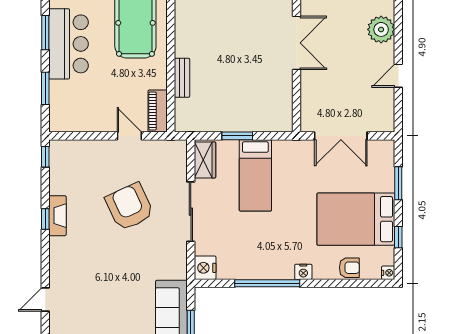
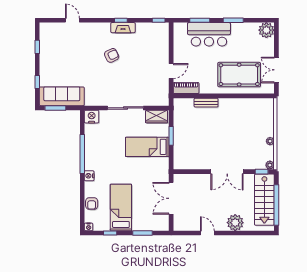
bar counter: (69, 44) -> (209, 34), moved
armchair: (130, 207) -> (112, 55), moved, width x0.53, depth x0.53
bed: (356, 219) -> (121, 207), width x0.67

